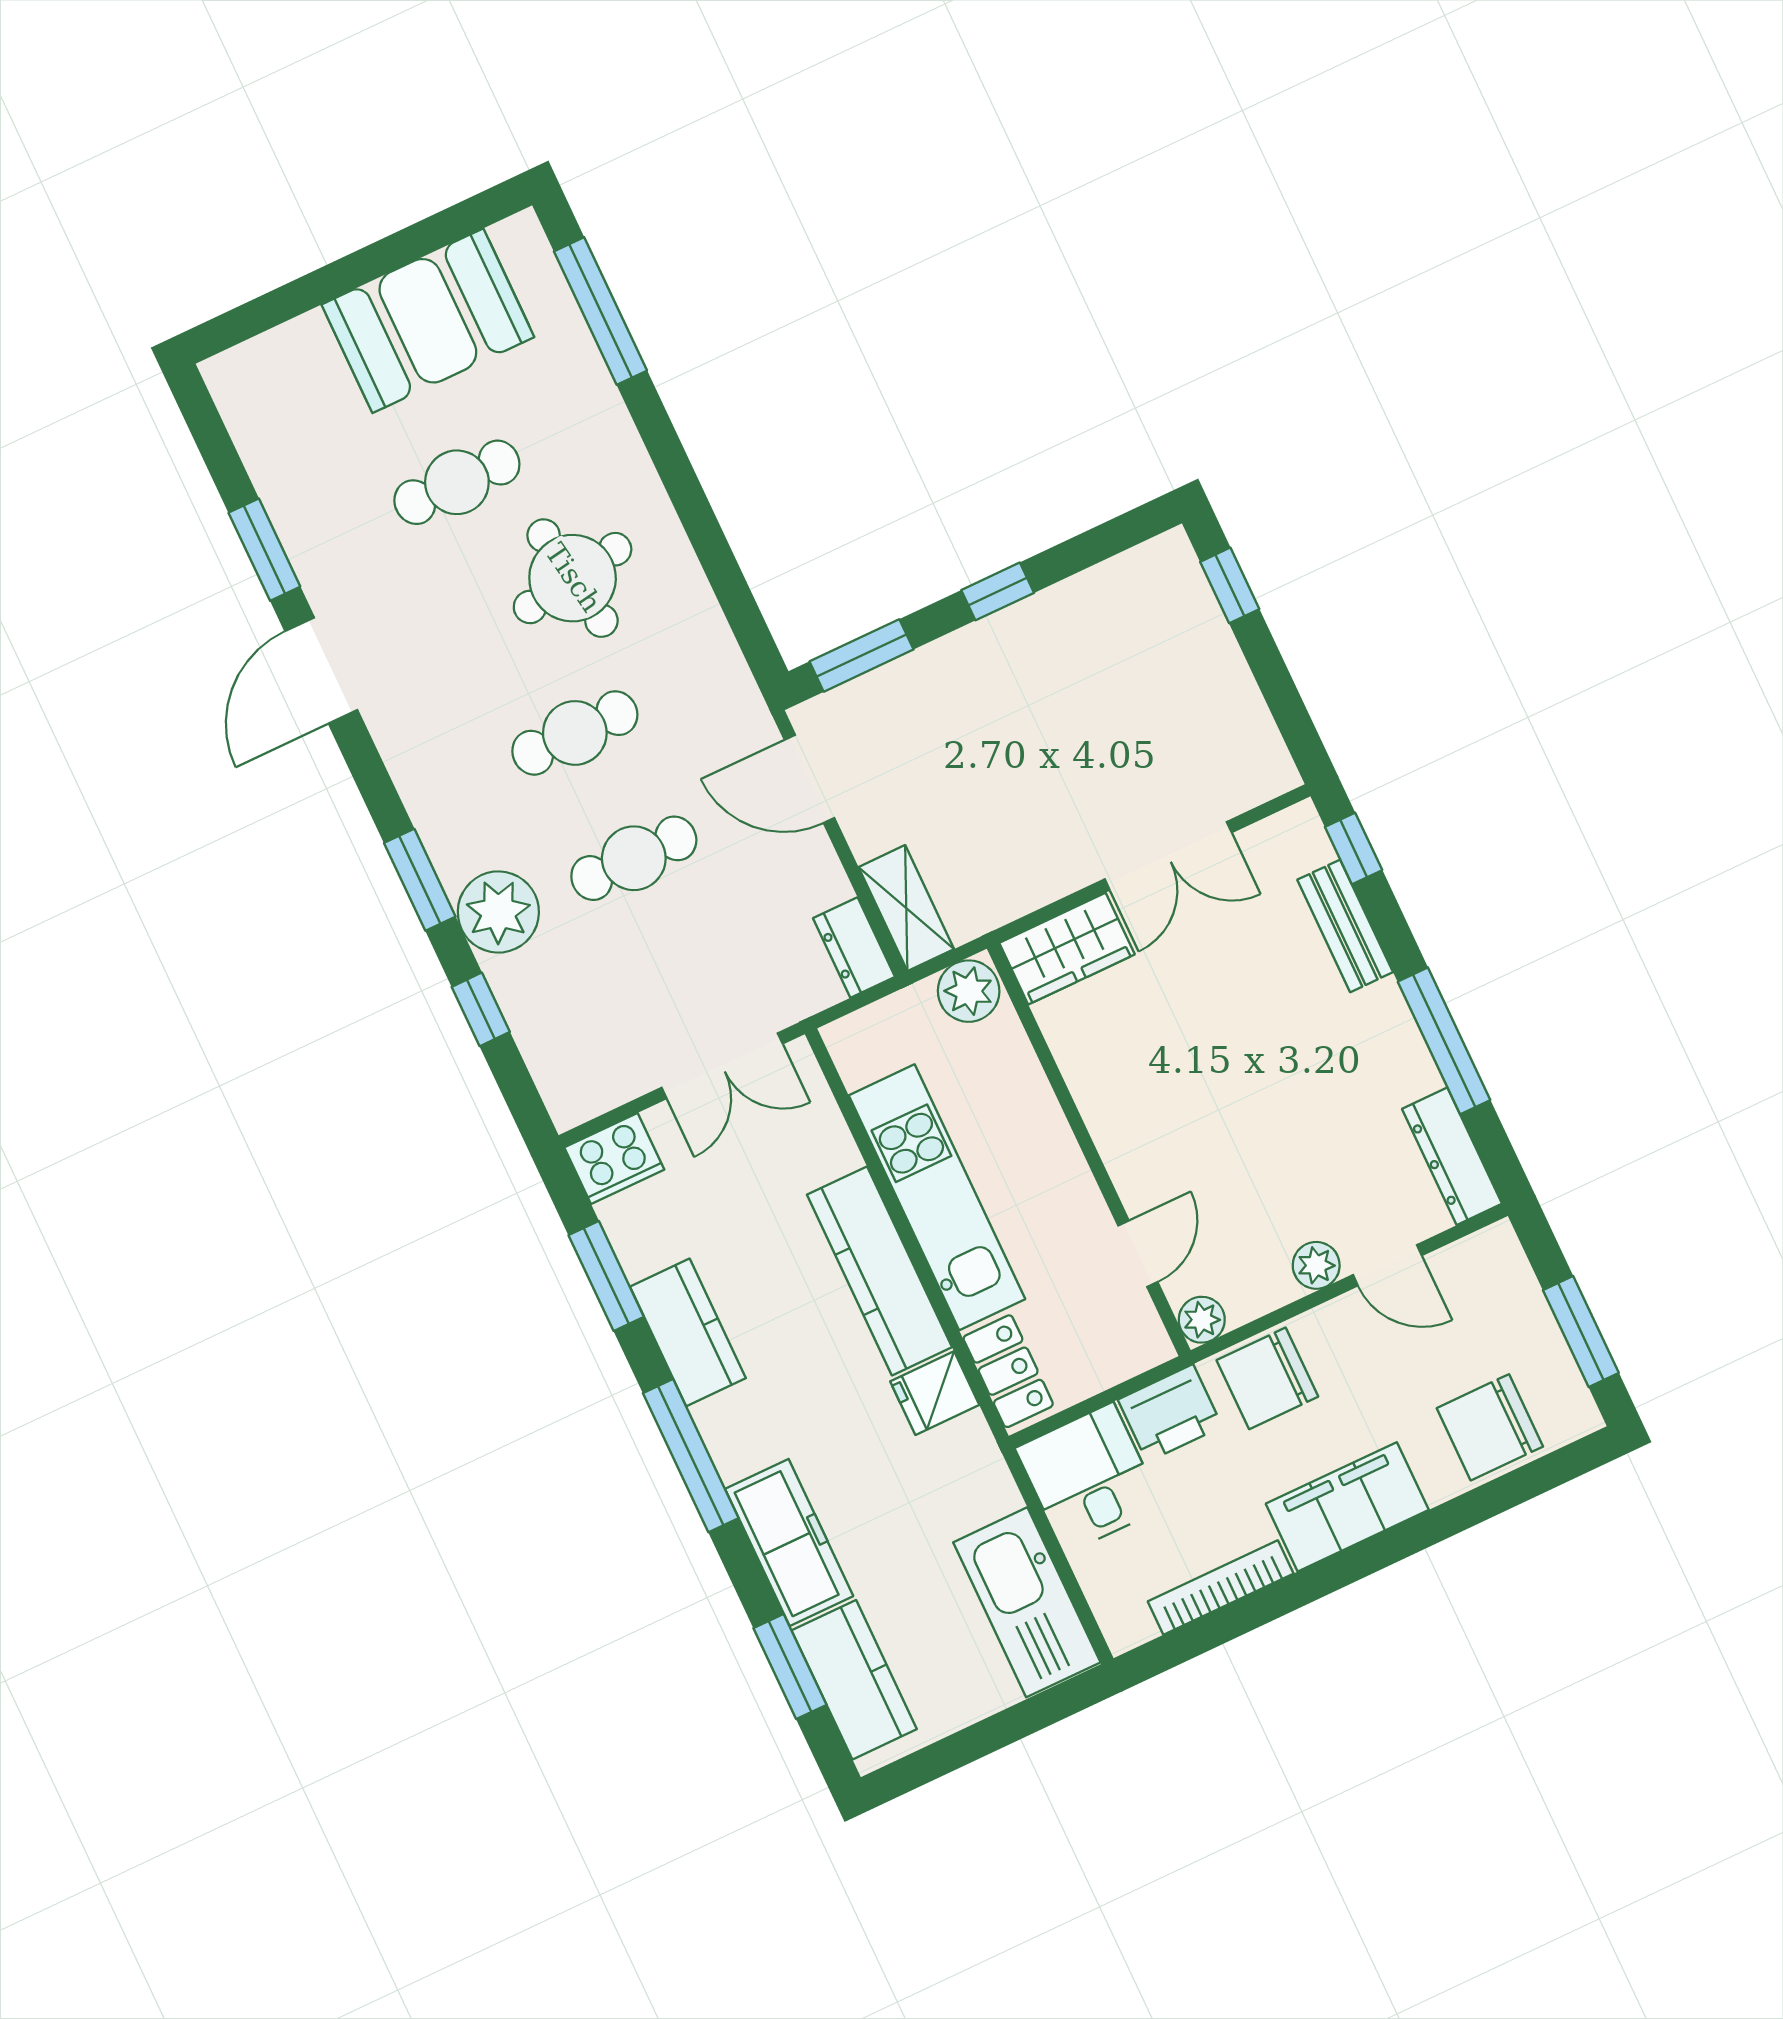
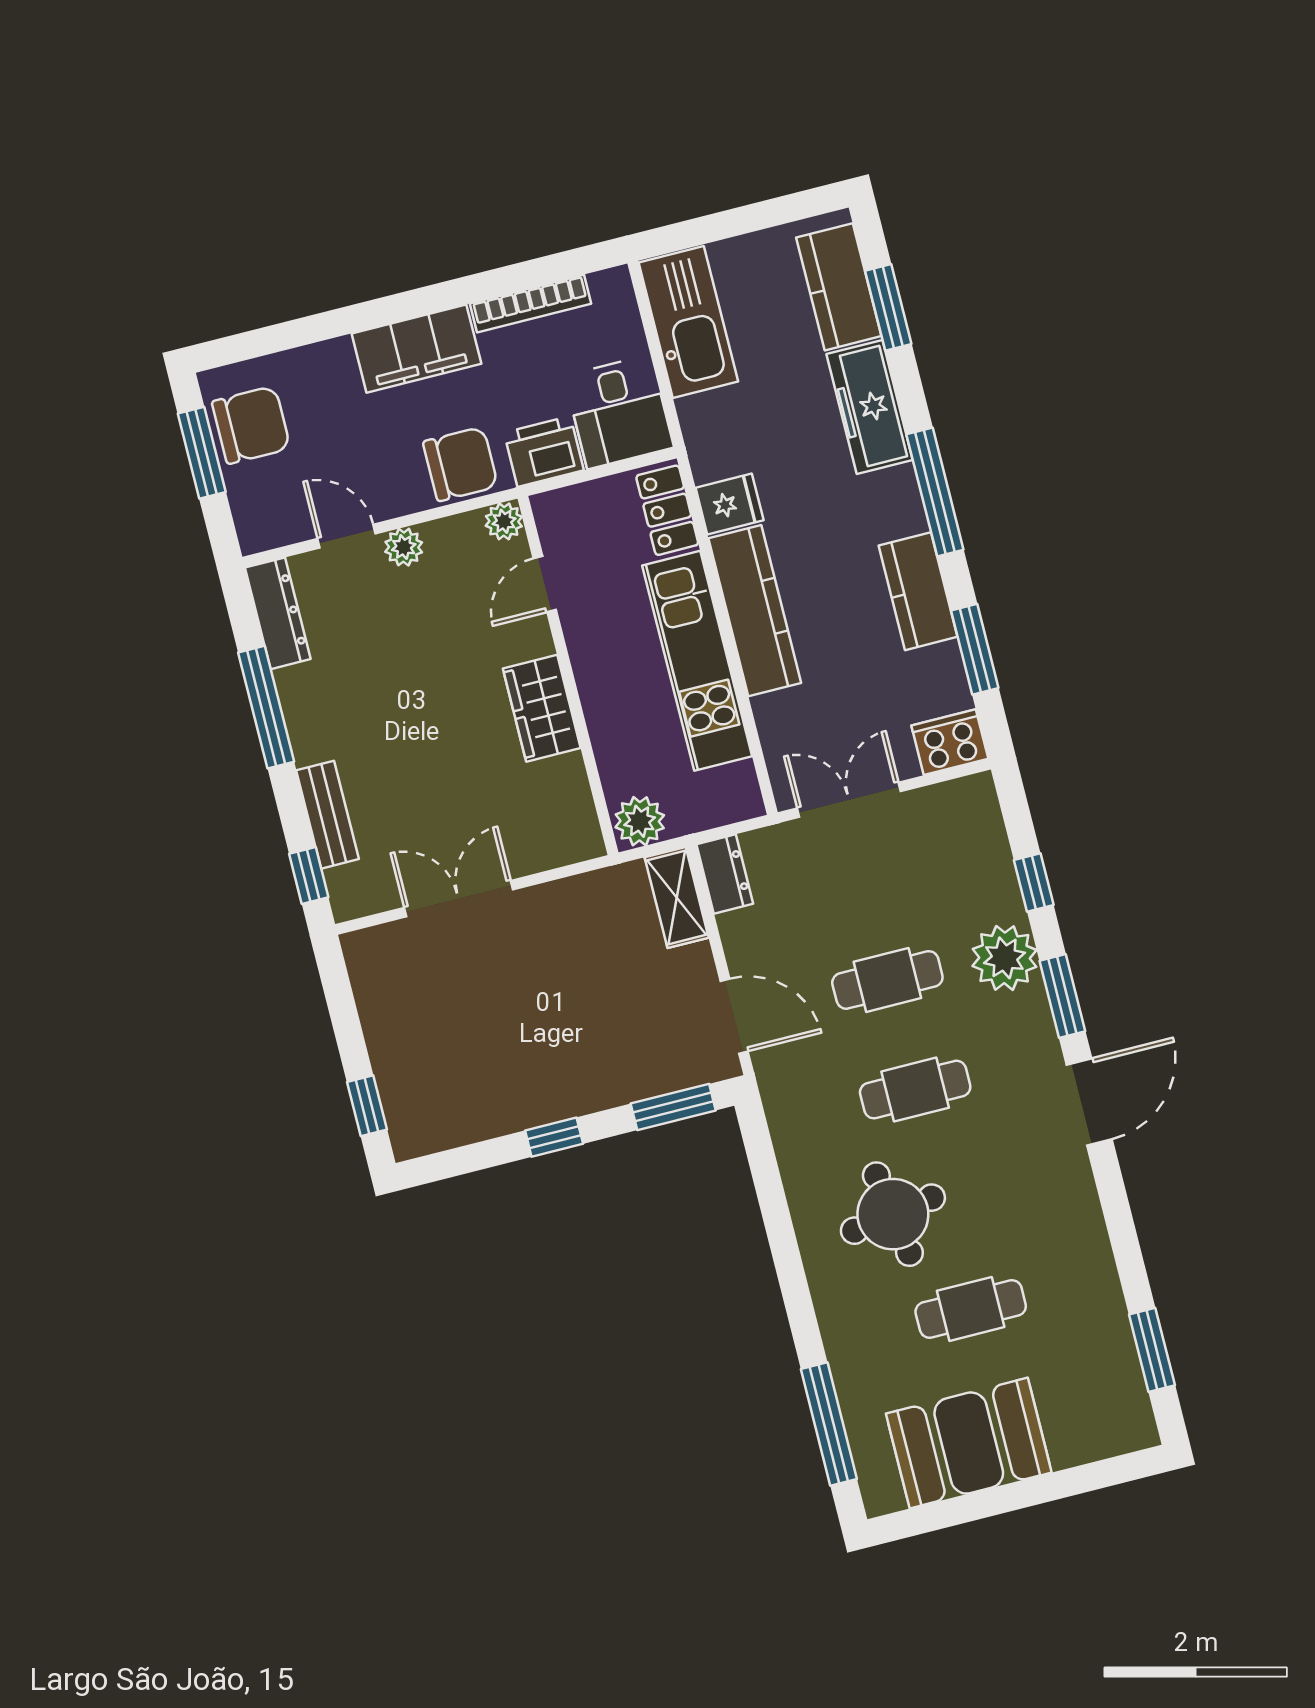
window: (264, 550) -> (1152, 1350), moved
door: (321, 671) -> (1089, 1102), moved
wardrobe: (1067, 949) -> (542, 708), moved, turned -90
chair: (1490, 1427) -> (251, 425), moved

